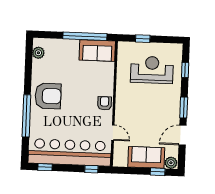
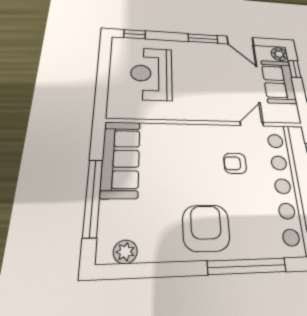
window: (85, 36) -> (93, 197), moved
window: (143, 39) -> (102, 85), removed
sofa: (97, 51) -> (121, 159), width x1.36
window: (185, 70) -> (135, 34), moved
armchair: (105, 103) -> (235, 163), moved

